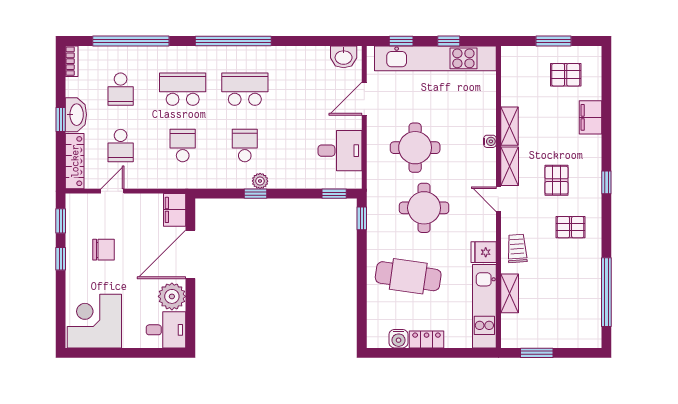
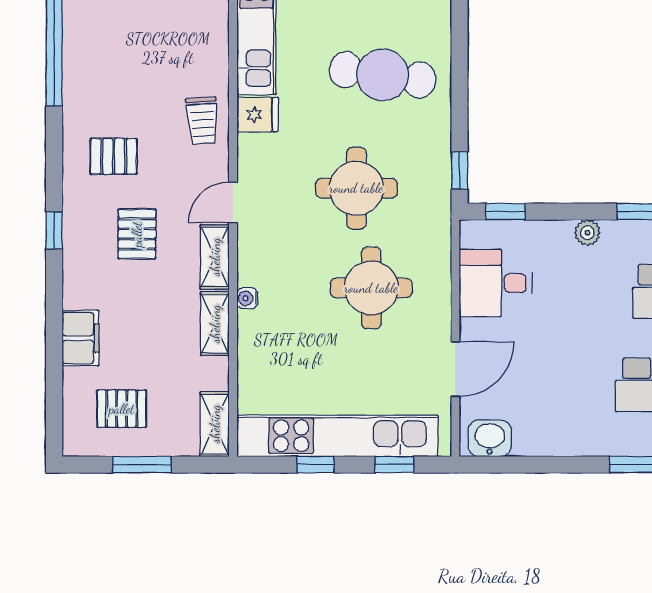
plant: (260, 181) -> (587, 233), moved
door: (498, 199) -> (233, 202), swing flipped
shelving: (510, 293) -> (215, 424), moved

